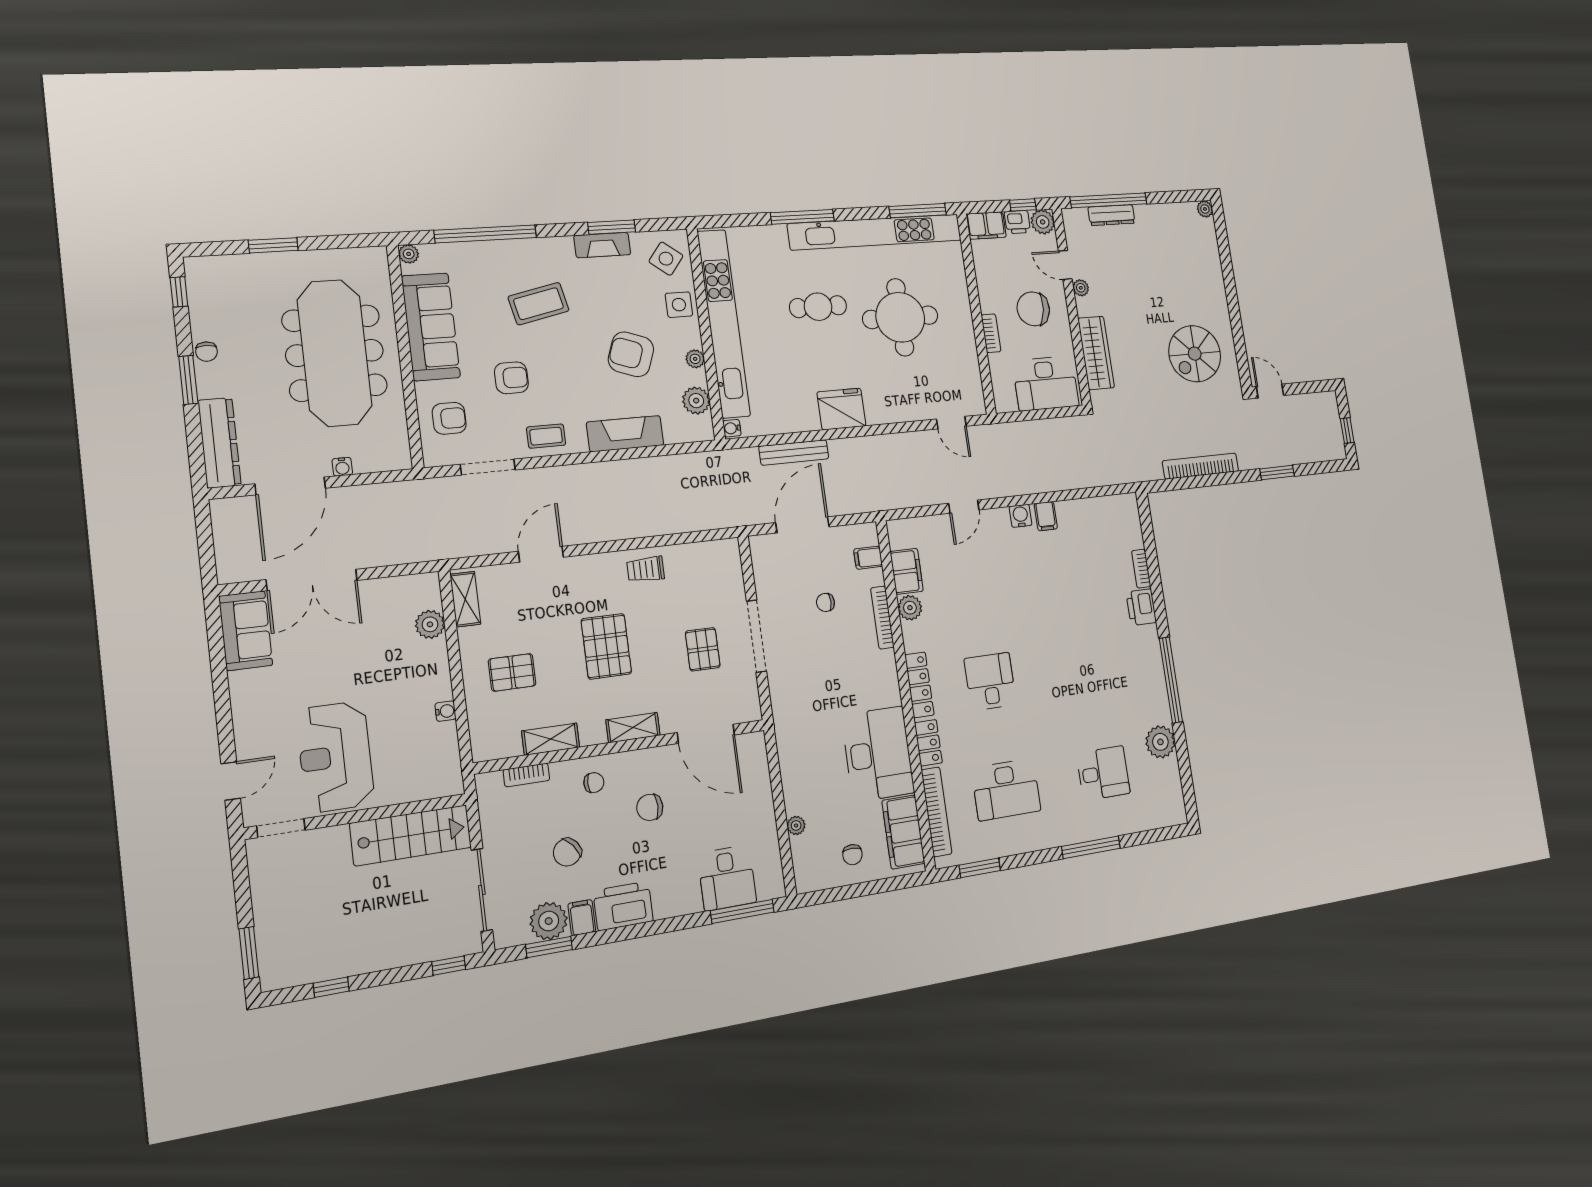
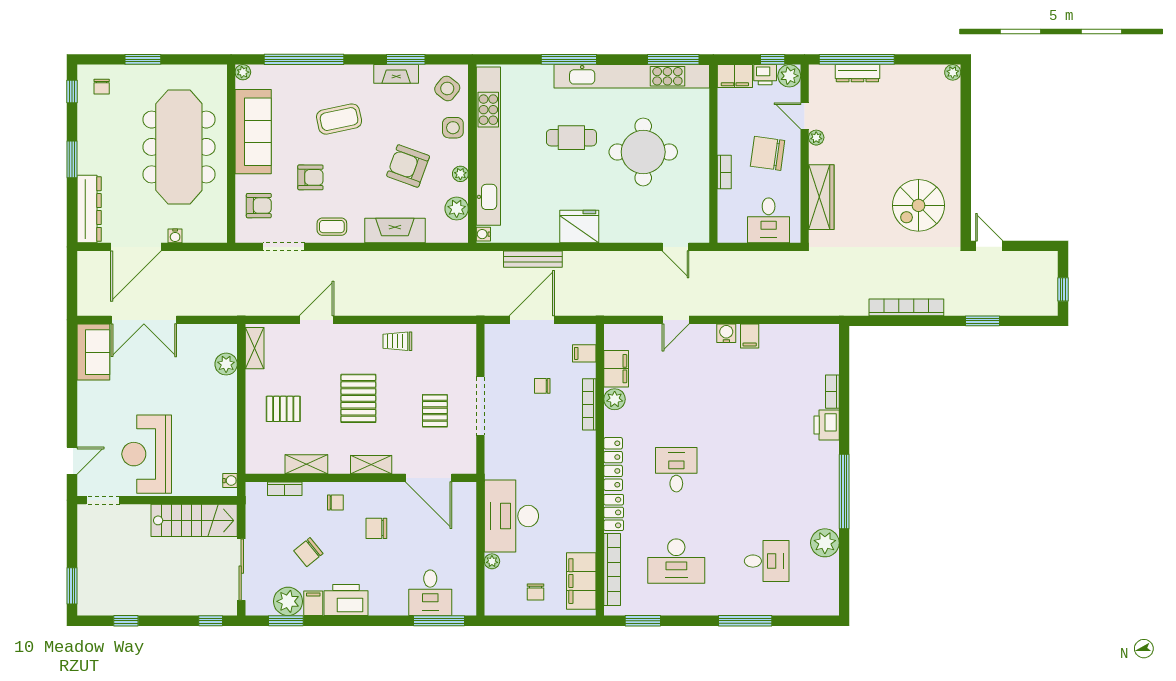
chair: (206, 352) -> (102, 87), moved
desk: (1046, 383) -> (769, 220), width x0.73
water cooler: (445, 711) -> (230, 481), moved
desk: (878, 754) -> (511, 516), moved, turned 180

